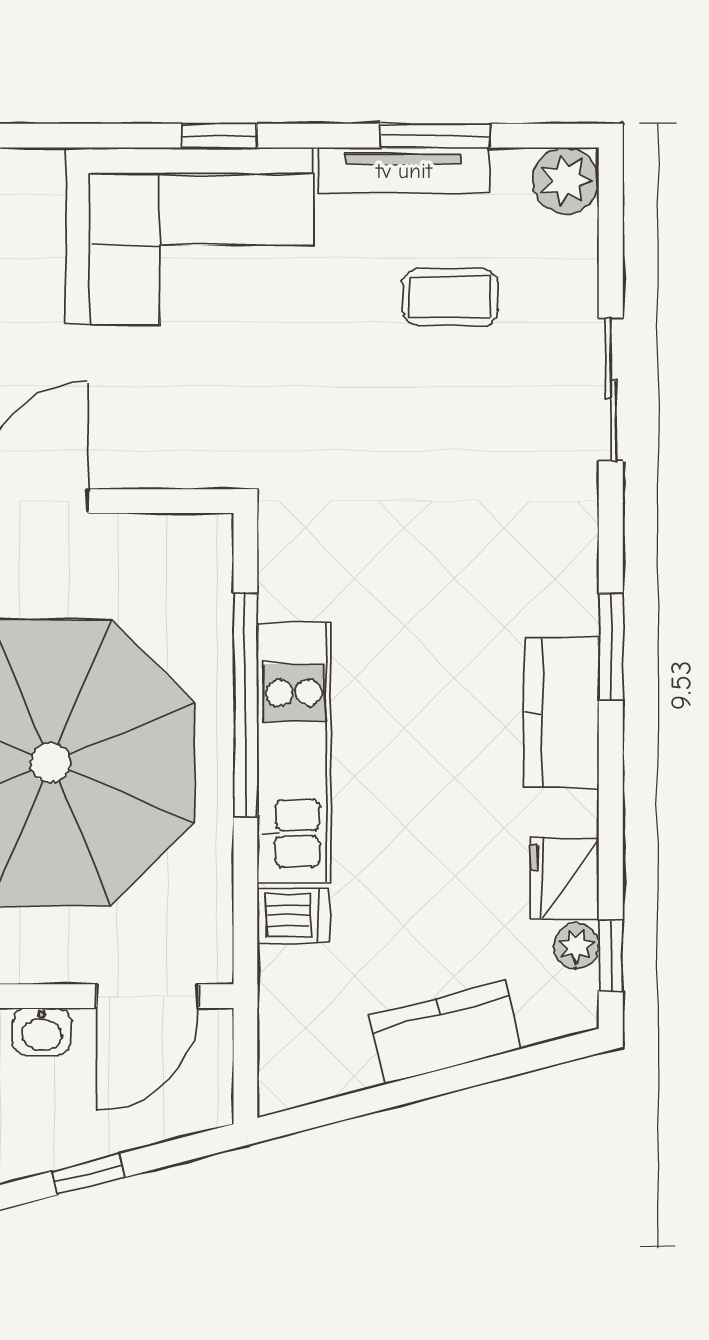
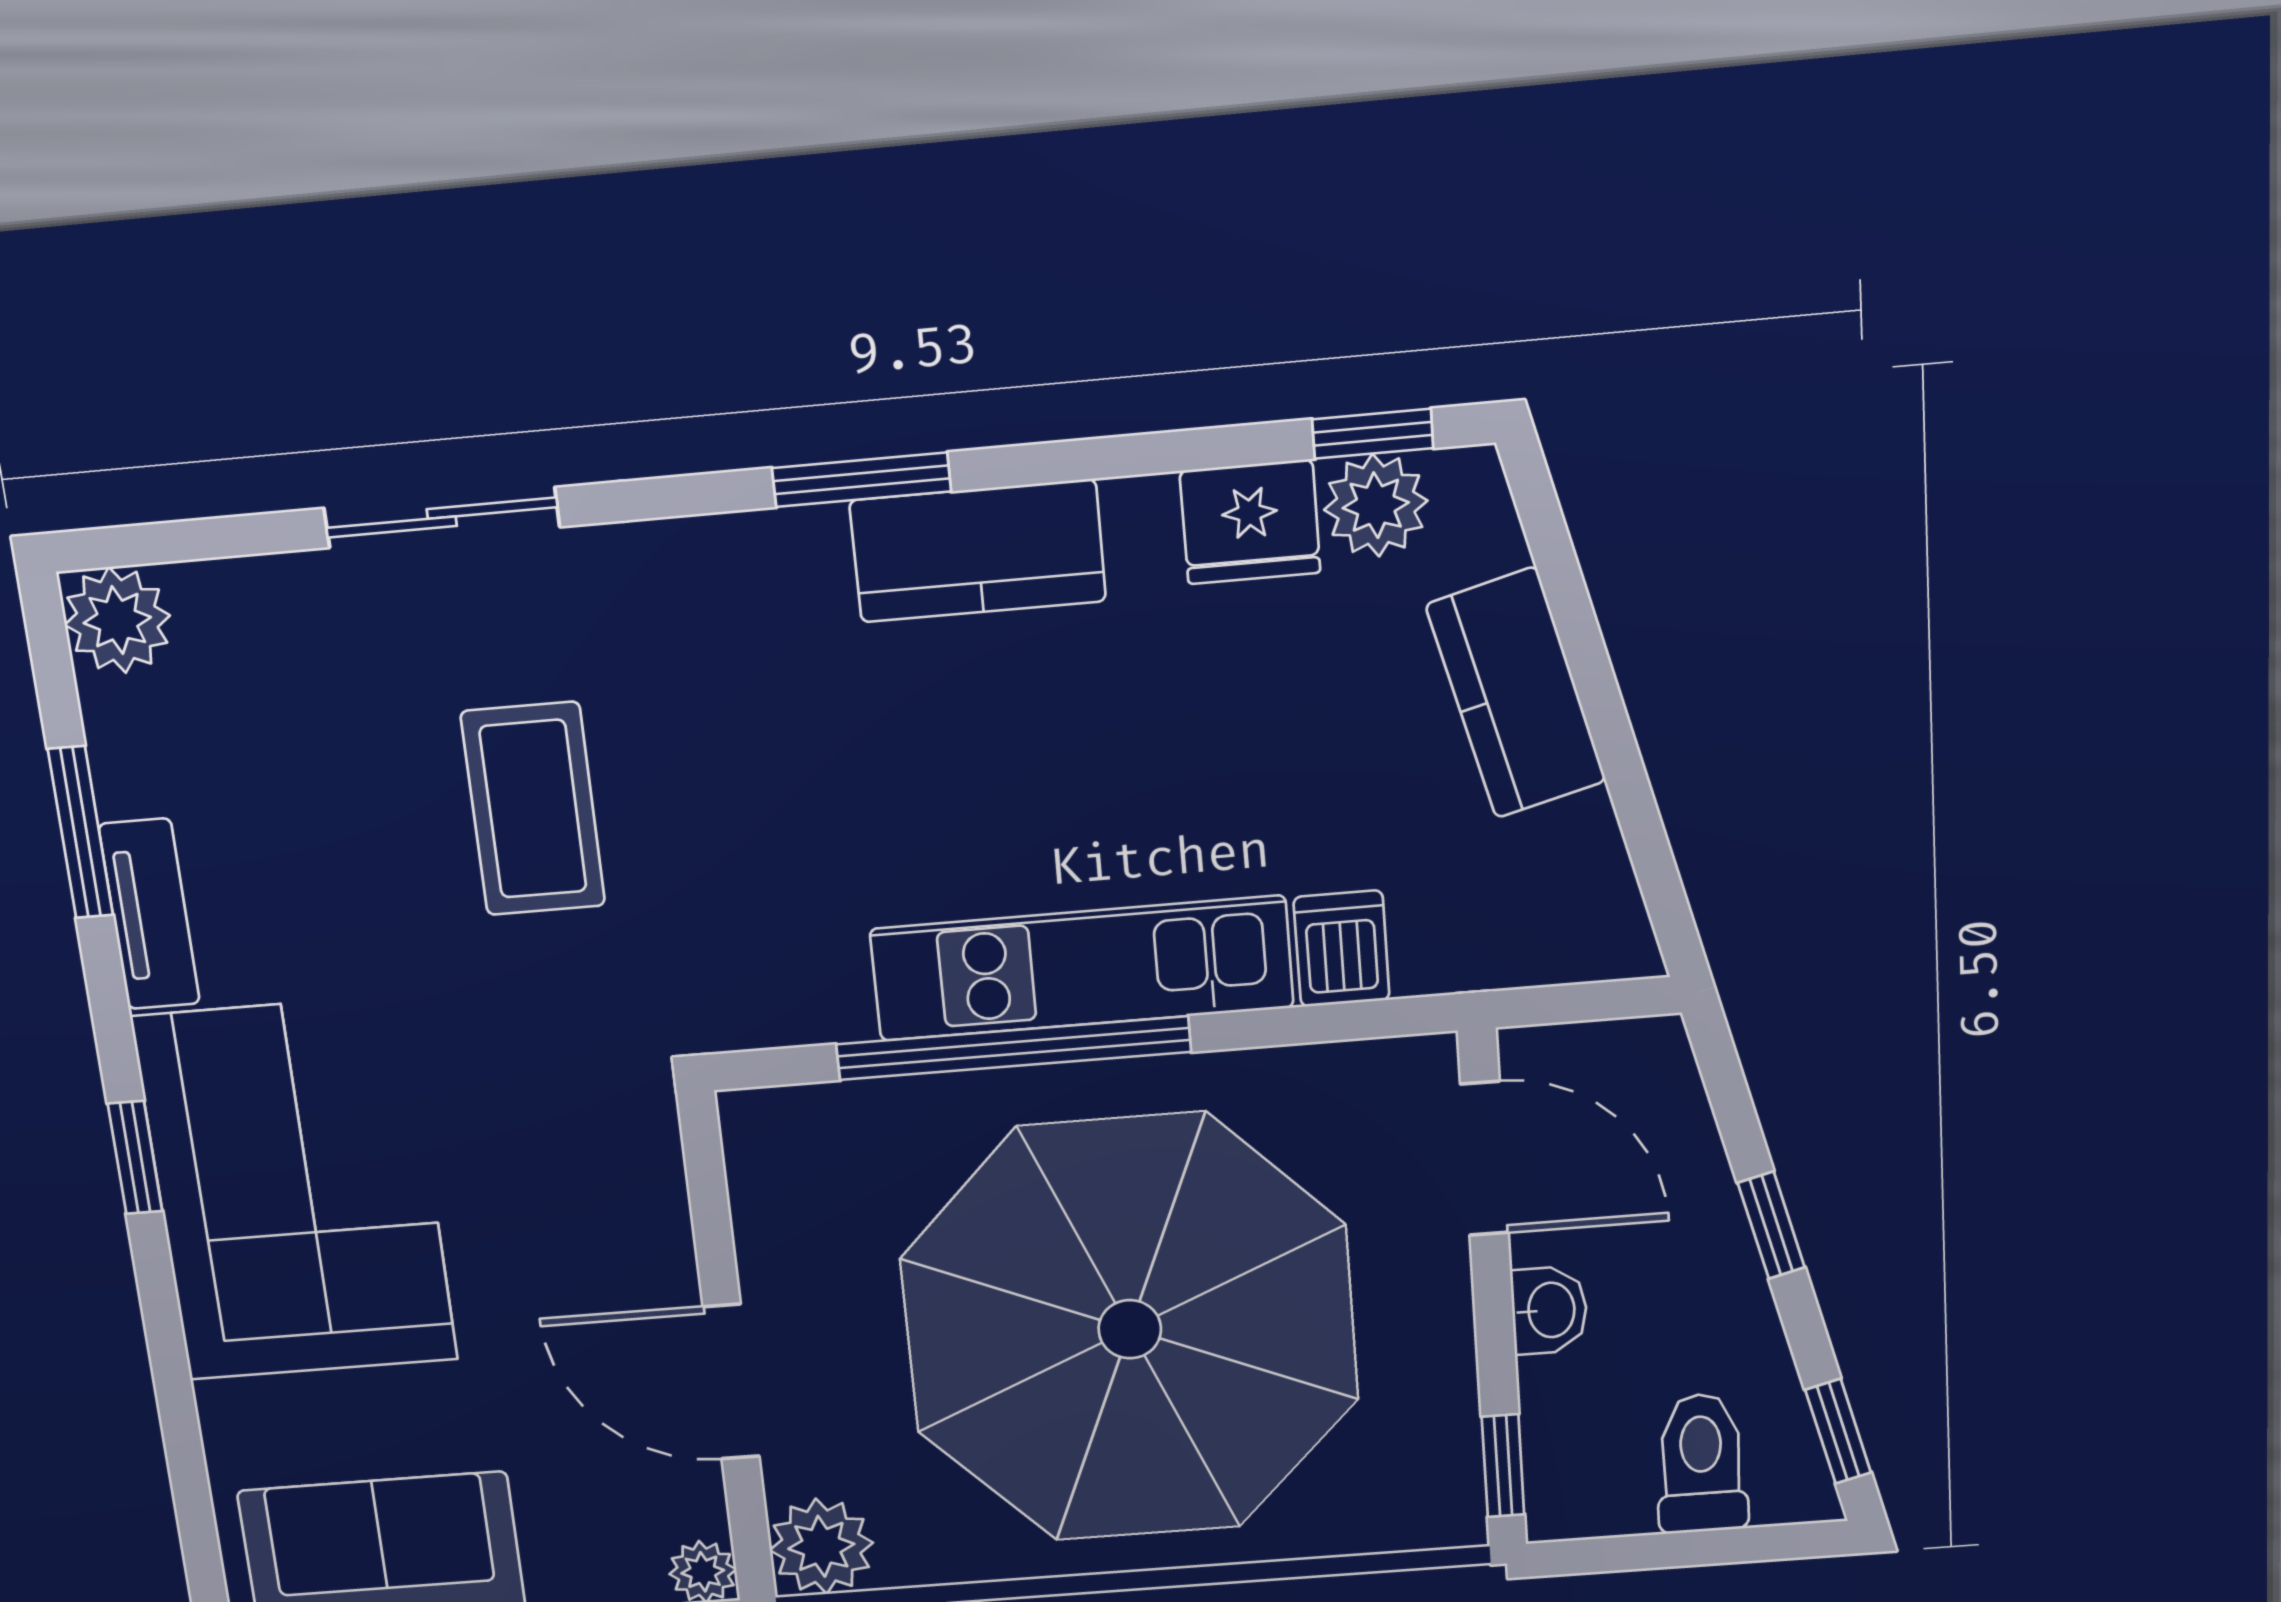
tv unit: (404, 171) -> (149, 914), width x0.71
coffee table: (450, 297) -> (533, 809), moved, width x1.36, depth x1.30
plant: (576, 946) -> (1376, 505), width x1.38, depth x1.38

